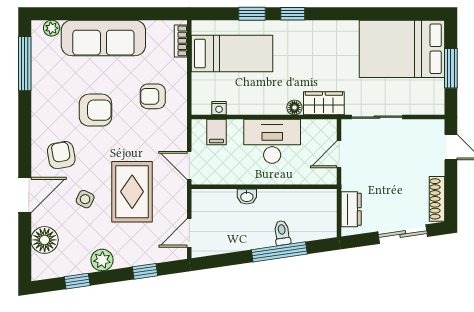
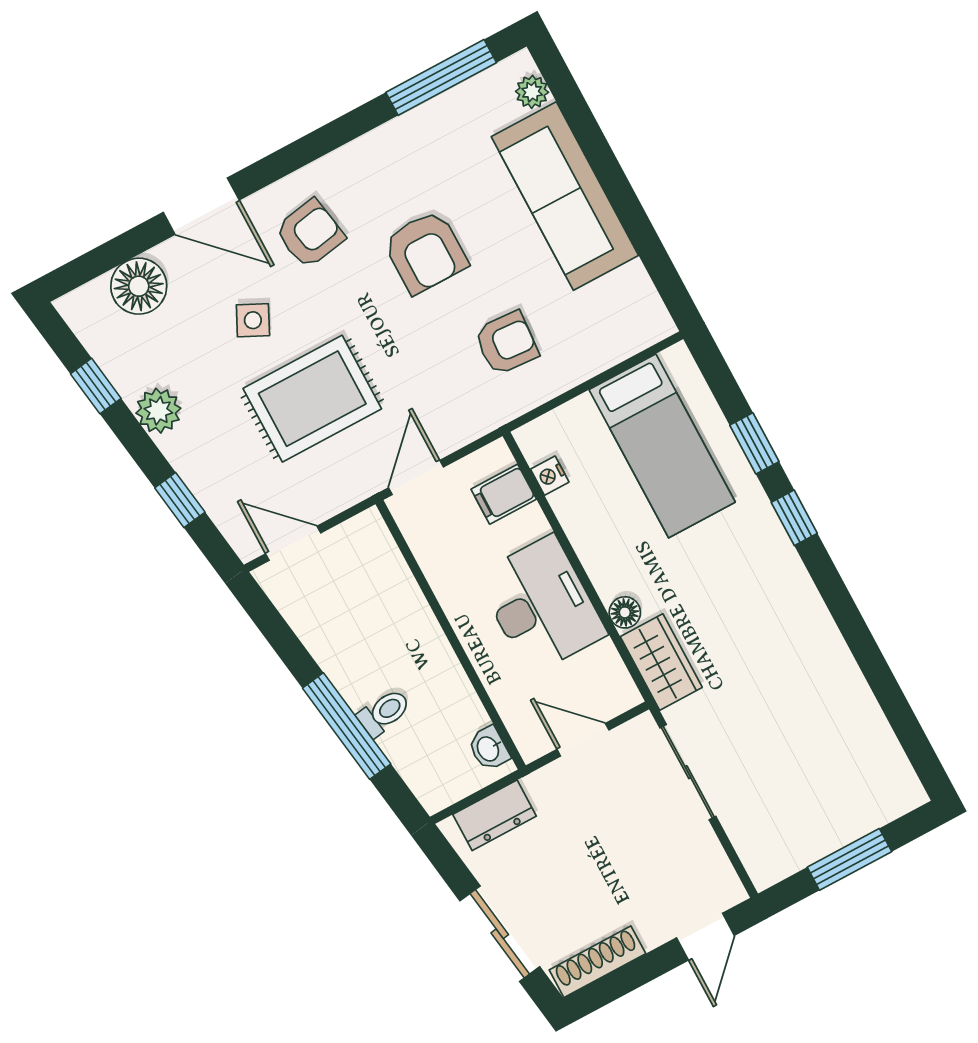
bookcase: (181, 41) -> (635, 340), removed
bed: (402, 49) -> (837, 751), removed
armchair: (153, 96) -> (506, 343), turned 94
washbasin: (247, 196) -> (489, 748), moved

